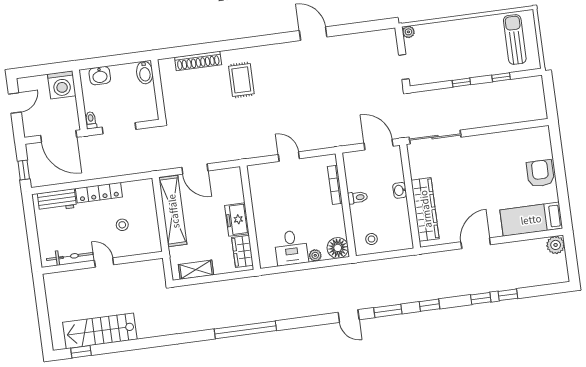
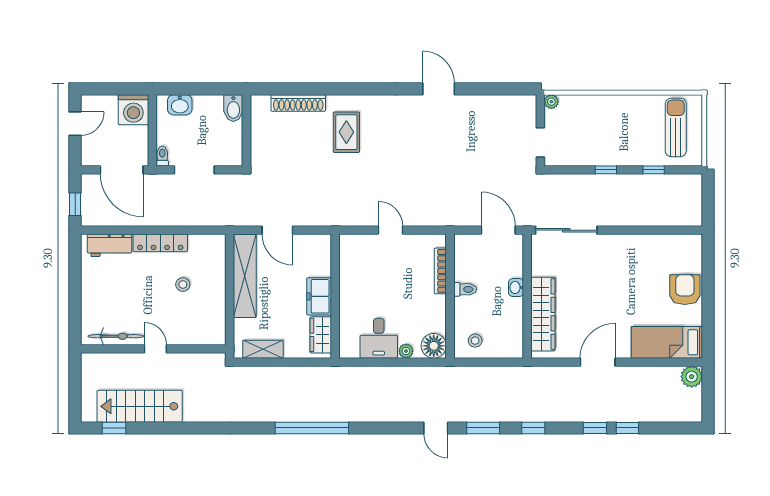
bicycle: (70, 256) -> (116, 336), moved
wall: (102, 263) -> (153, 349), moved
door: (104, 263) -> (155, 349), moved

